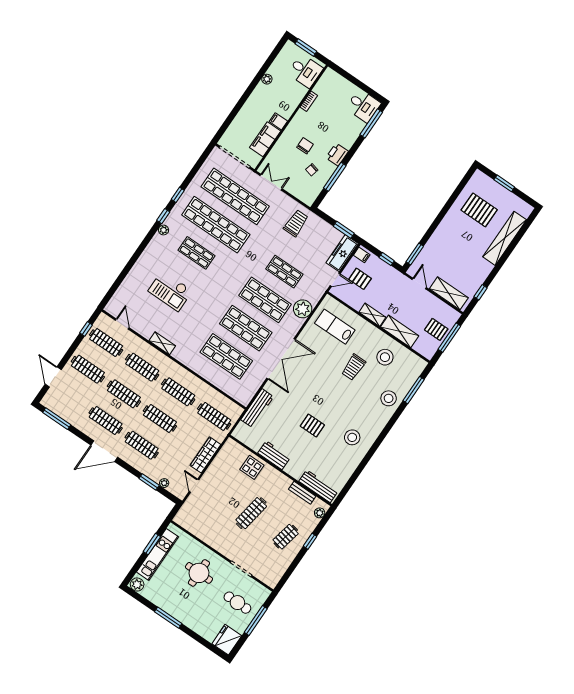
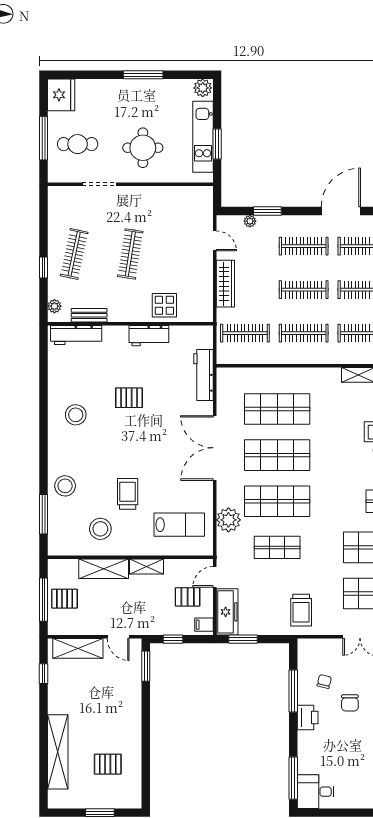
pallet: (479, 210) -> (108, 764), width x0.67, depth x0.71
clothes rail: (286, 537) -> (74, 254), width x1.36

